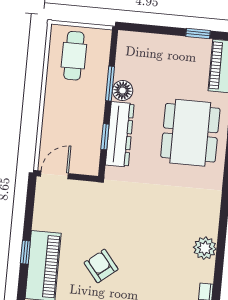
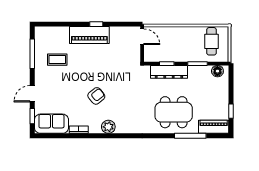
cafe table: (74, 56) -> (211, 41), turned 90
floor lamp: (123, 91) -> (217, 71), moved
armchair: (101, 266) -> (96, 96), moved

